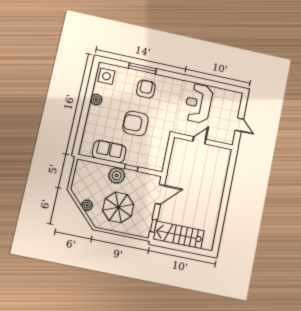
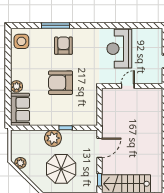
plant: (96, 99) -> (17, 86), moved
sofa: (109, 152) -> (20, 109), moved, turned 90
plant: (87, 205) -> (20, 163), moved

